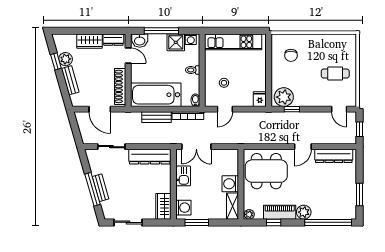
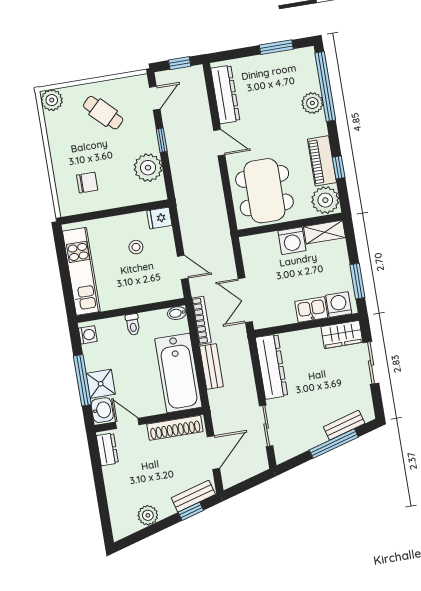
wardrobe: (90, 41) -> (115, 484), removed
plant: (349, 41) -> (52, 100), added
shower: (176, 42) -> (101, 384), moved
door: (128, 56) -> (127, 423), hinge flipped
window: (56, 61) -> (191, 511), moved
cafe table: (335, 74) -> (103, 113), turned -45
bench: (70, 80) -> (193, 496), moved
stool: (224, 83) -> (136, 247), moved
plant: (284, 97) -> (148, 168), moved
window: (292, 109) -> (162, 140), moved
double door: (196, 147) -> (245, 300), swing flipped
kitchen sink: (183, 176) -> (311, 310), moved
bench: (101, 188) -> (344, 425), moved
plant: (304, 212) -> (312, 103), moved
plant: (249, 214) -> (325, 200), width x1.88, depth x1.88
sliding door: (128, 222) -> (371, 363), moved

